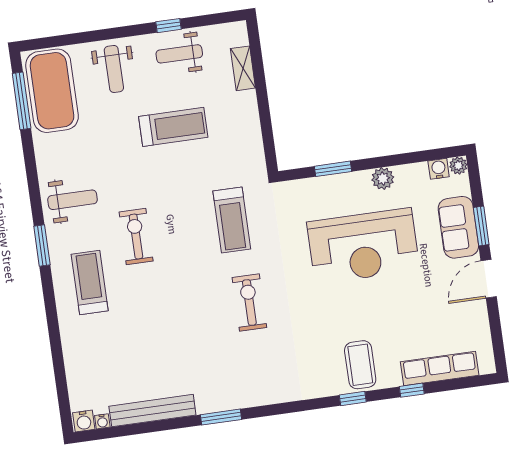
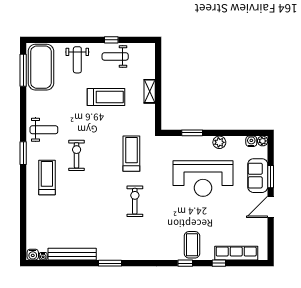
shelving: (243, 68) -> (150, 91), moved
treadmill: (232, 220) -> (131, 154), turned 180

